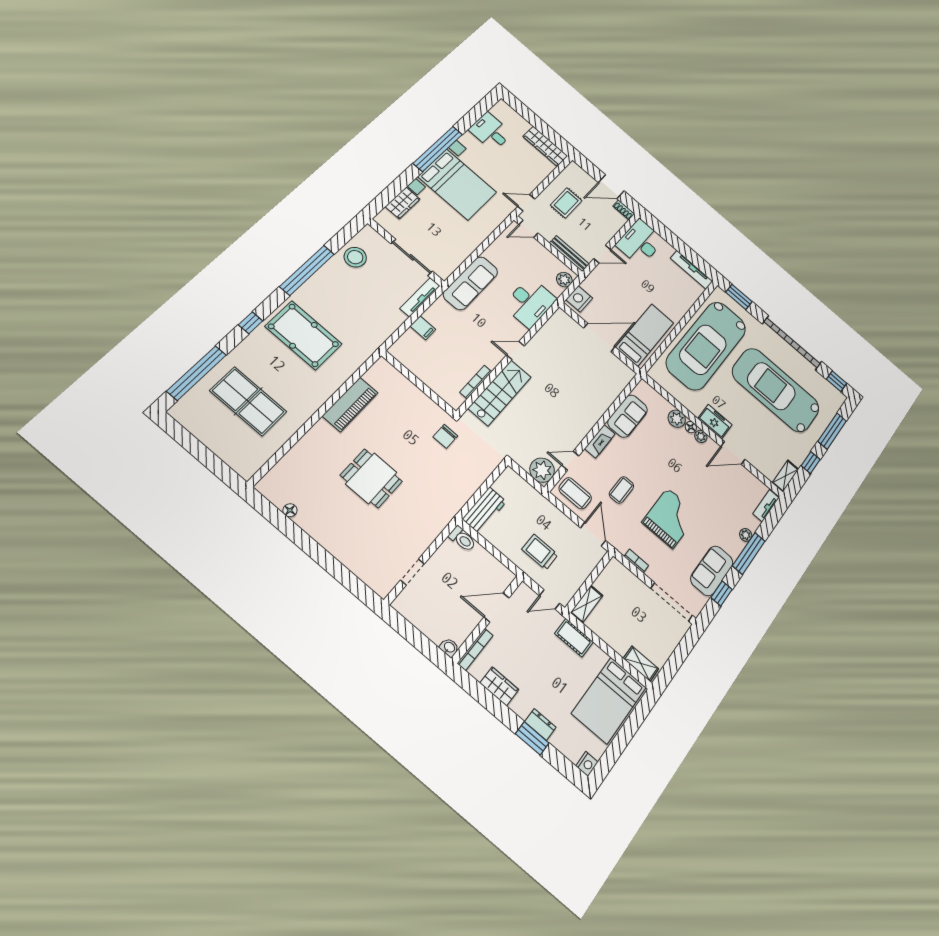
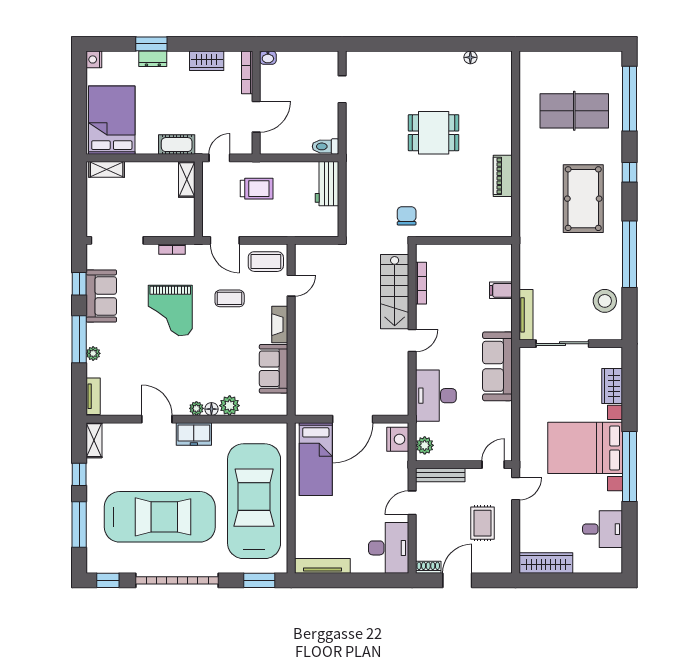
pool table: (303, 335) -> (583, 199), turned 90
piano: (350, 404) -> (503, 176), width x0.73, depth x0.75
door: (733, 453) -> (157, 419), hinge flipped
plant: (542, 470) -> (308, 257), removed
coffee table: (621, 490) -> (230, 298), turned 90

